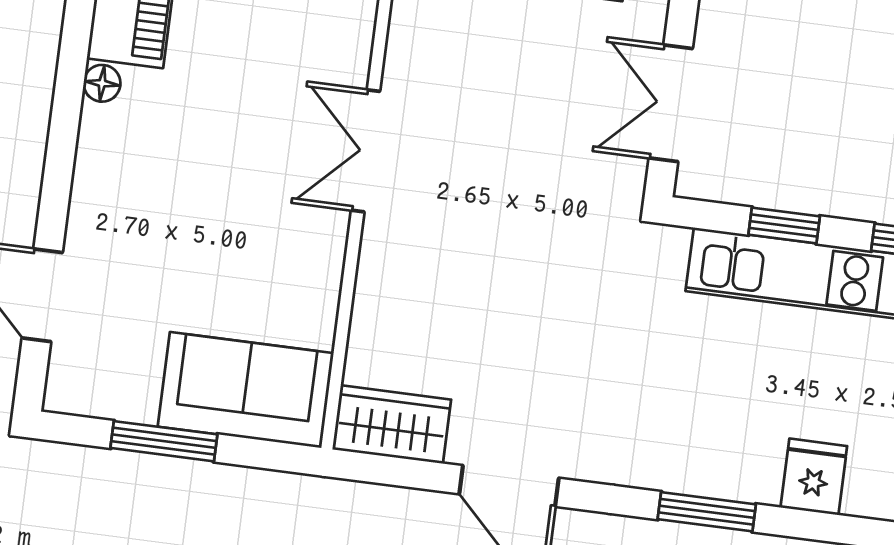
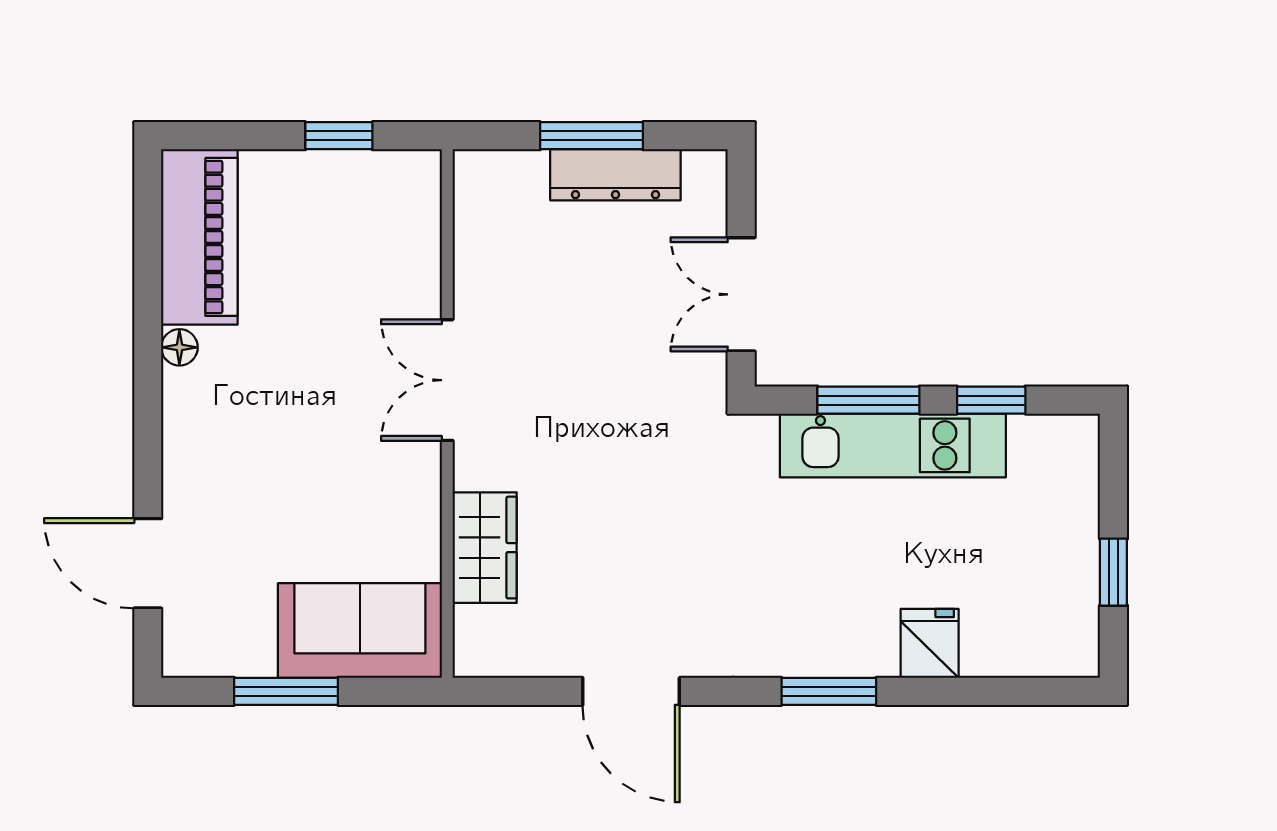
window: (784, 226) -> (868, 400), width x1.50
wardrobe: (392, 424) -> (485, 548), moved, turned 90

